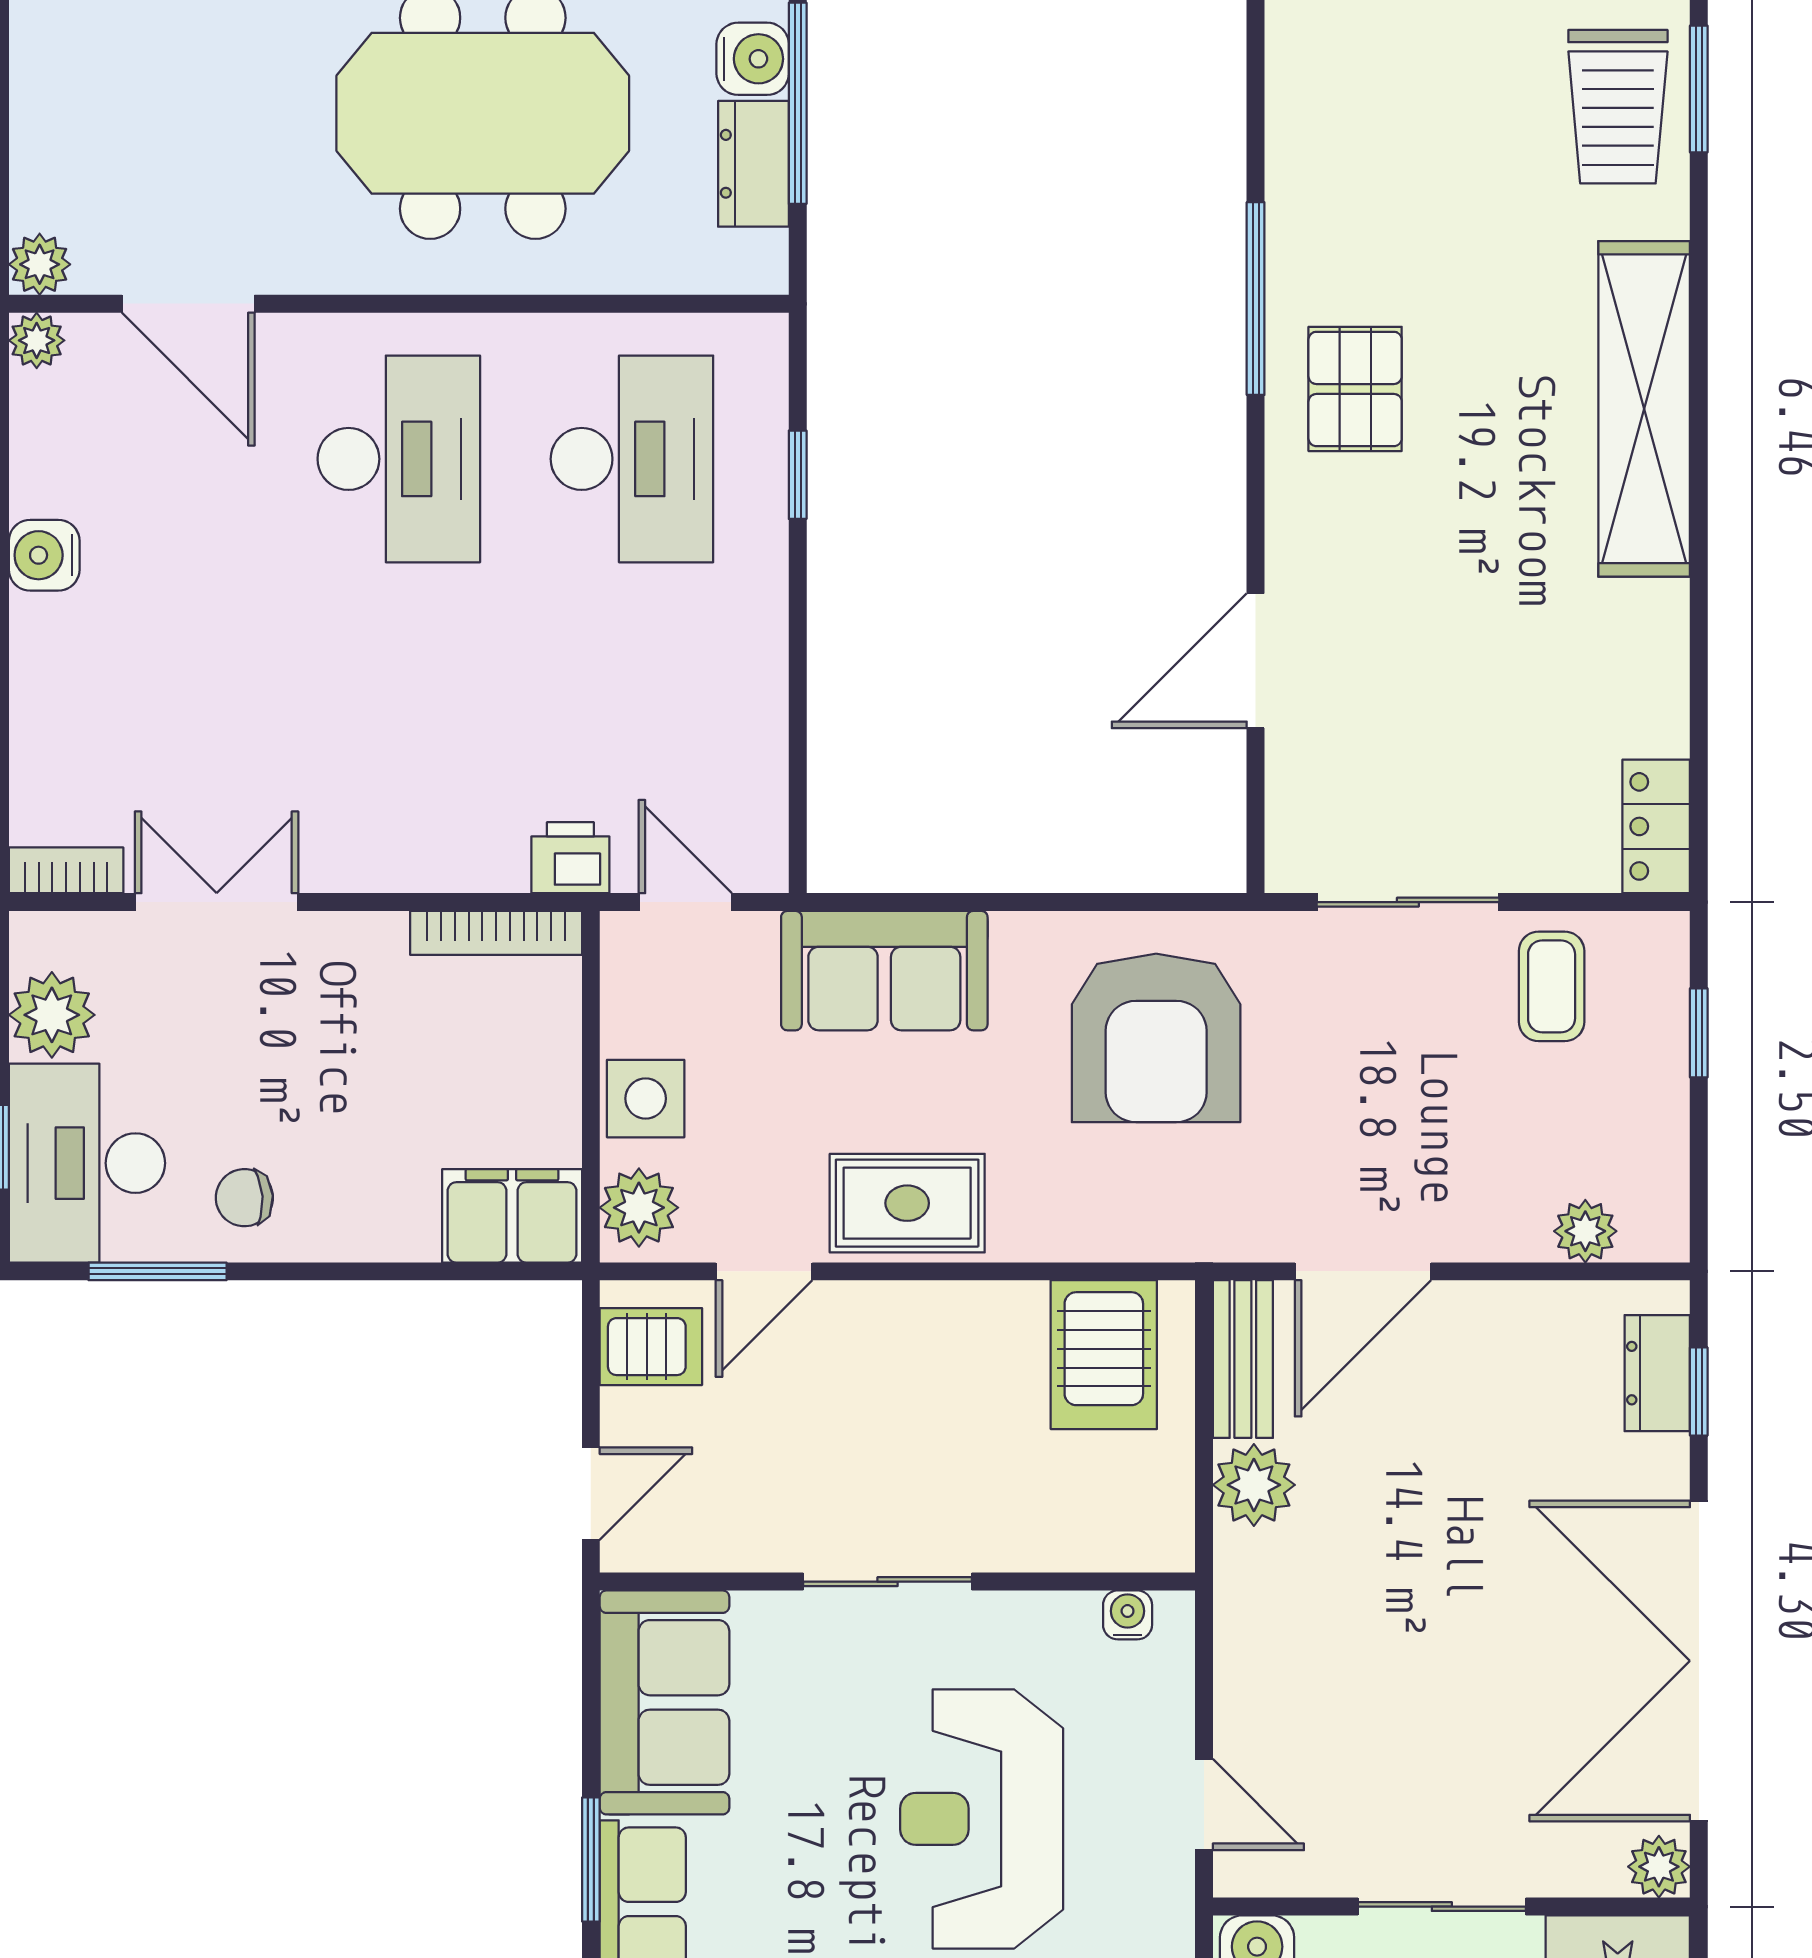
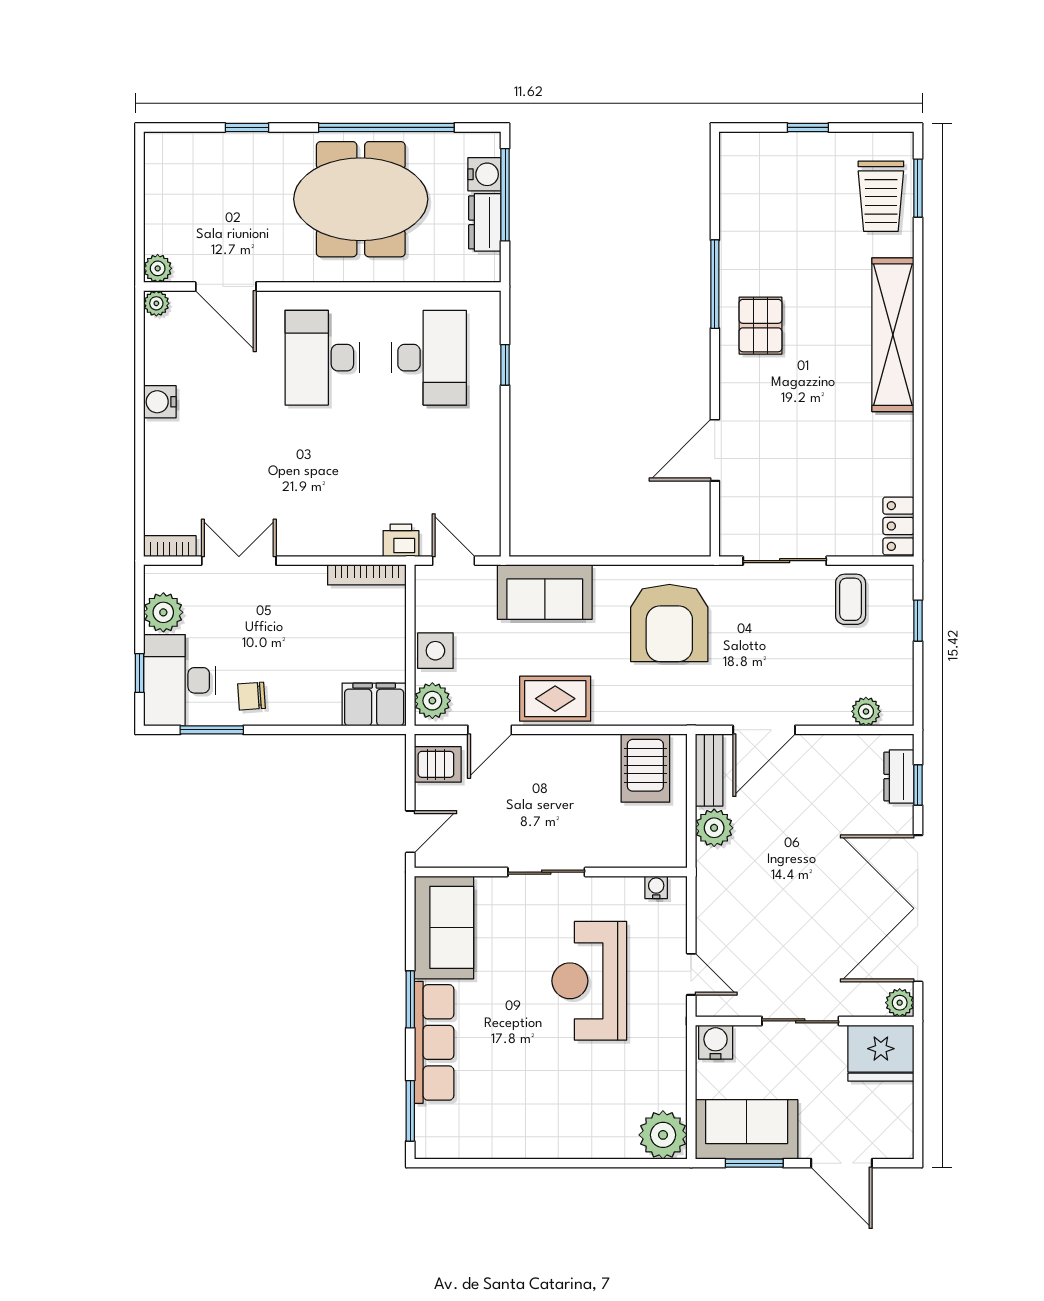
desk: (399, 459) -> (322, 358), turned 180

